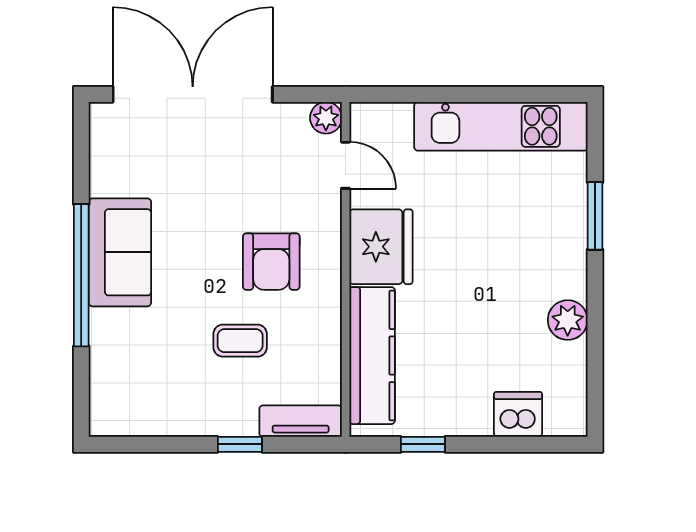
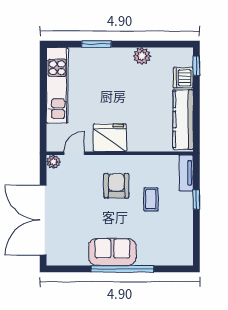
armchair: (271, 262) -> (116, 186), turned -90
kitchen counter: (372, 356) -> (183, 120), moved, turned -90
window: (423, 444) -> (196, 66), moved

